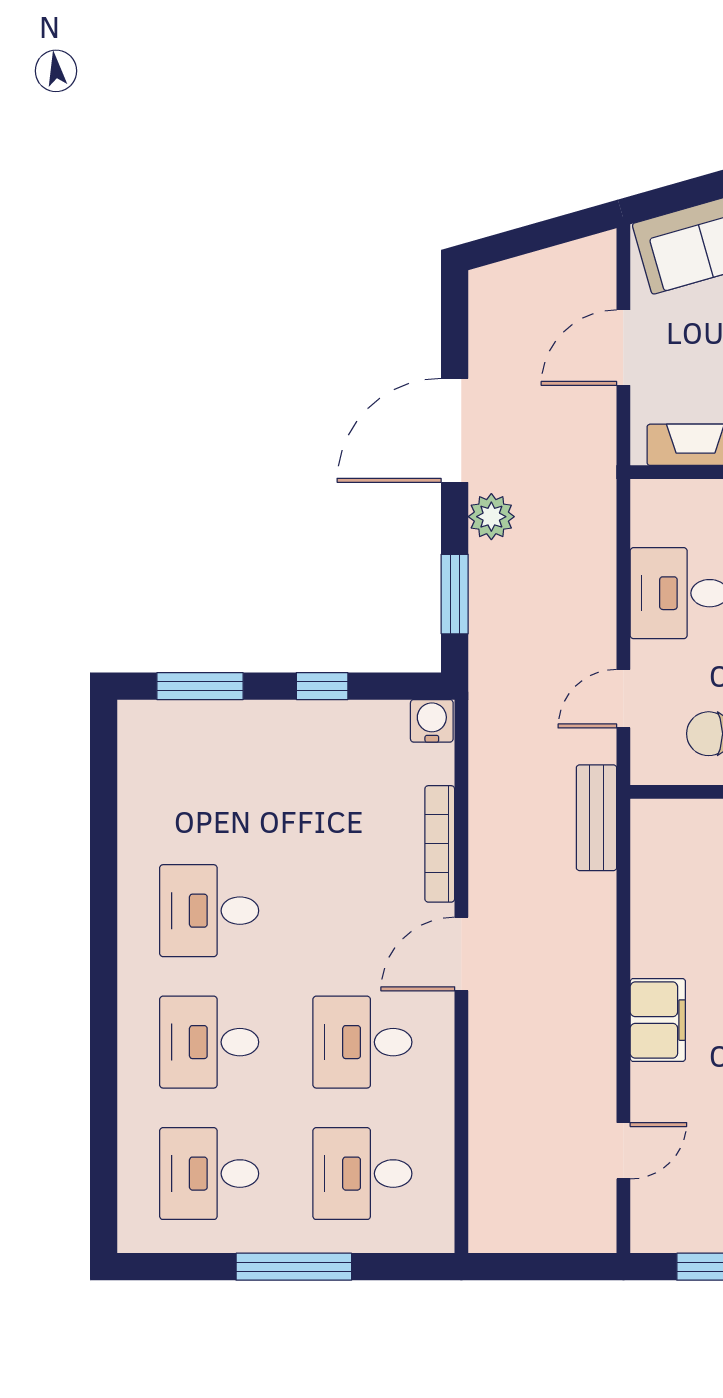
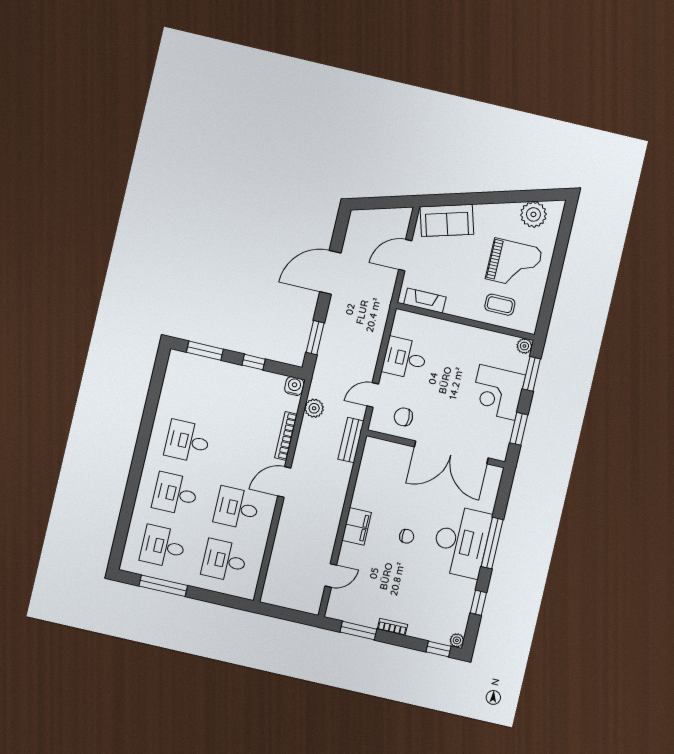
plant: (491, 517) -> (314, 408), moved
window: (294, 1267) -> (163, 586), moved

